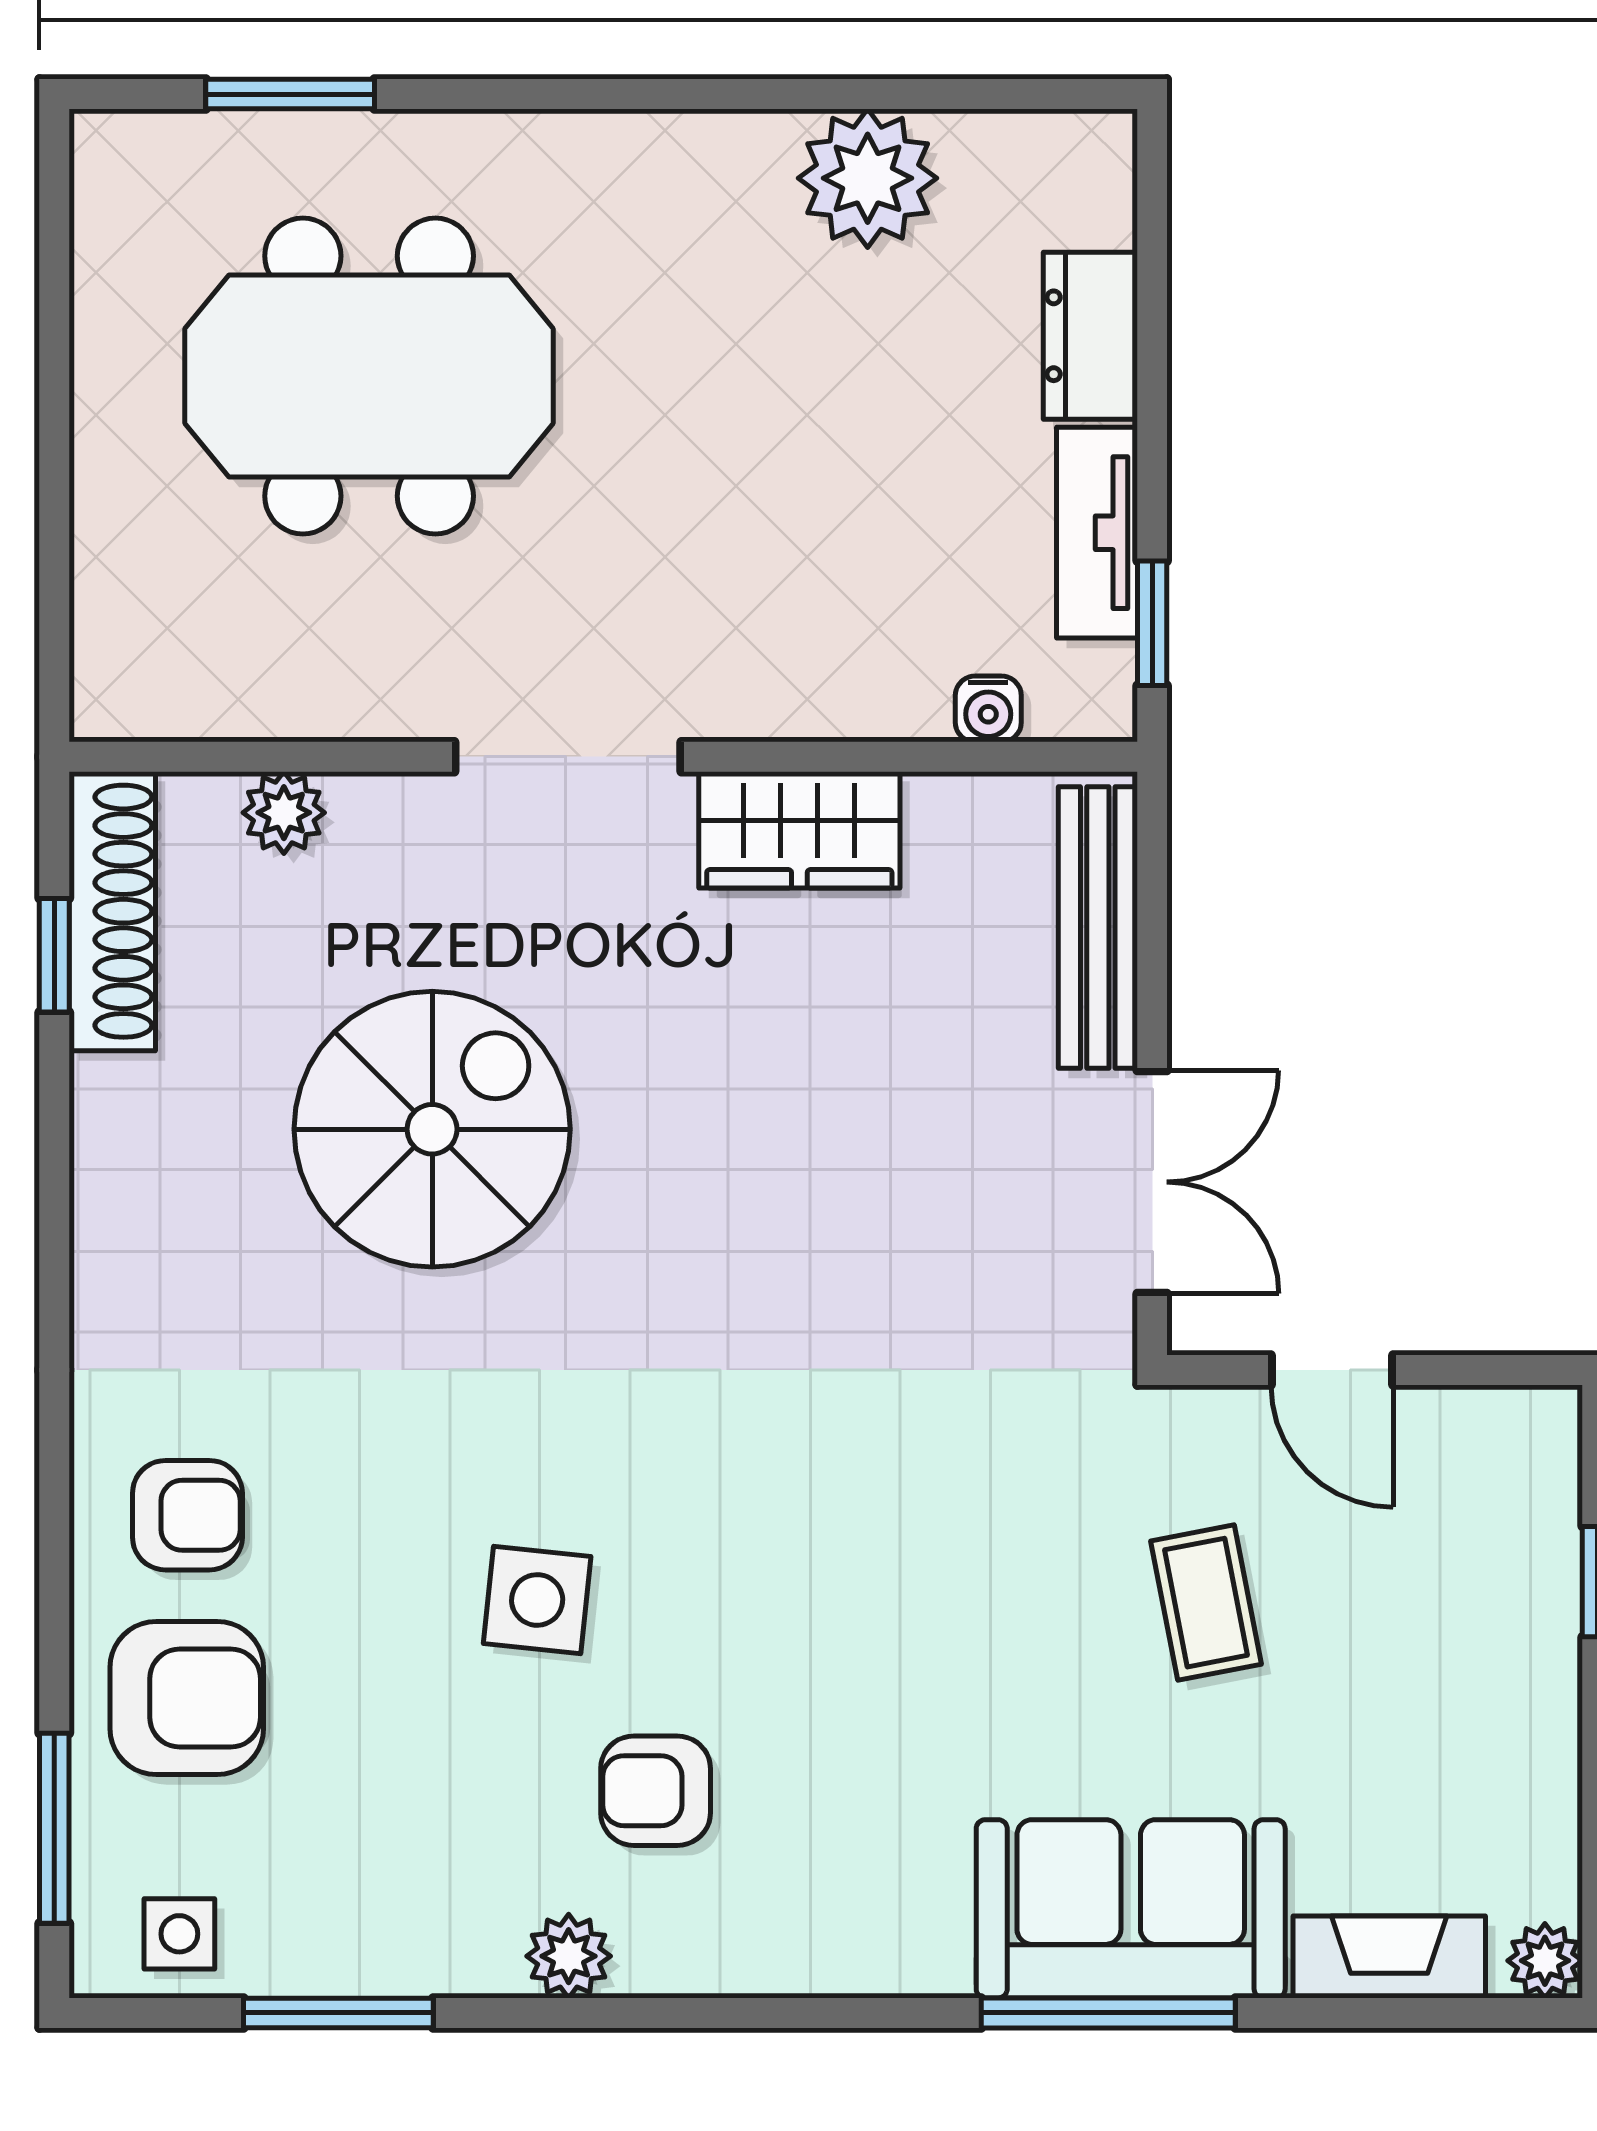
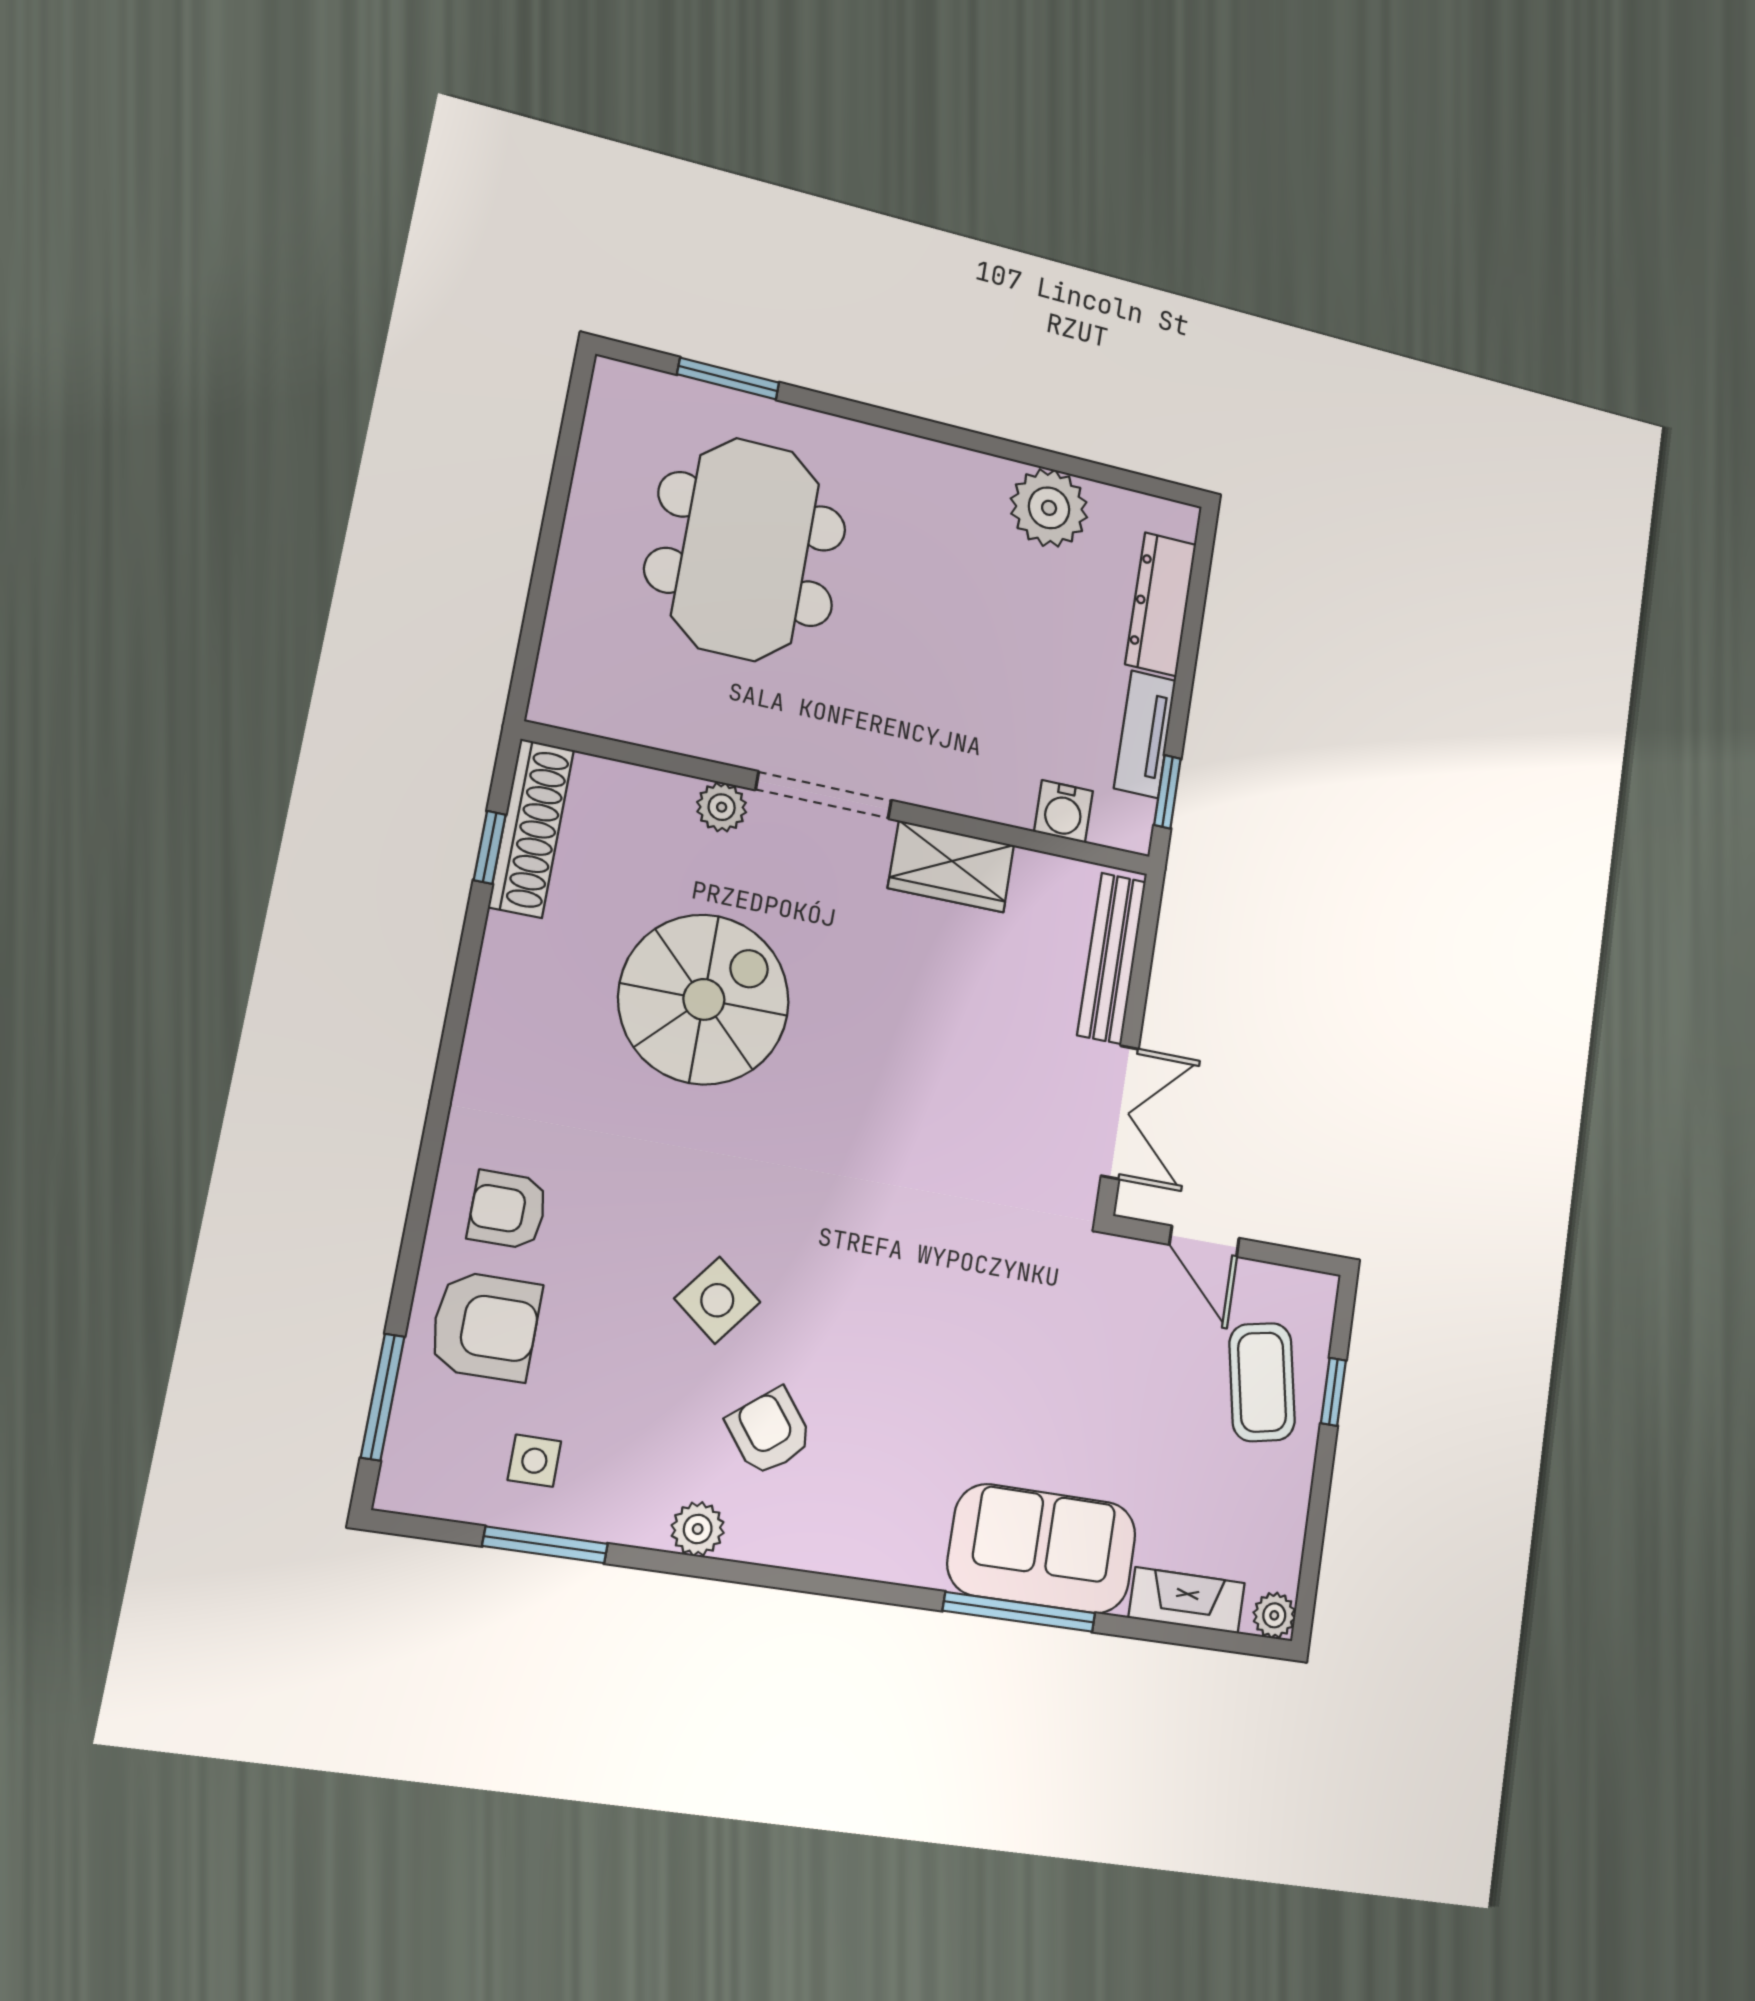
dresser: (1090, 336) -> (1161, 604), width x1.44
meeting table: (369, 376) -> (746, 549), turned 90
water cooler: (988, 709) -> (1063, 811), width x1.38, depth x1.38
plant: (284, 813) -> (722, 807), moved
armchair: (187, 1515) -> (508, 1210), turned 180
side table: (537, 1600) -> (717, 1300), turned 32
coffee table: (1206, 1603) -> (1262, 1382), moved, width x1.36, depth x1.30
armchair: (656, 1791) -> (769, 1432), turned 52
side table: (179, 1934) -> (534, 1461), moved

